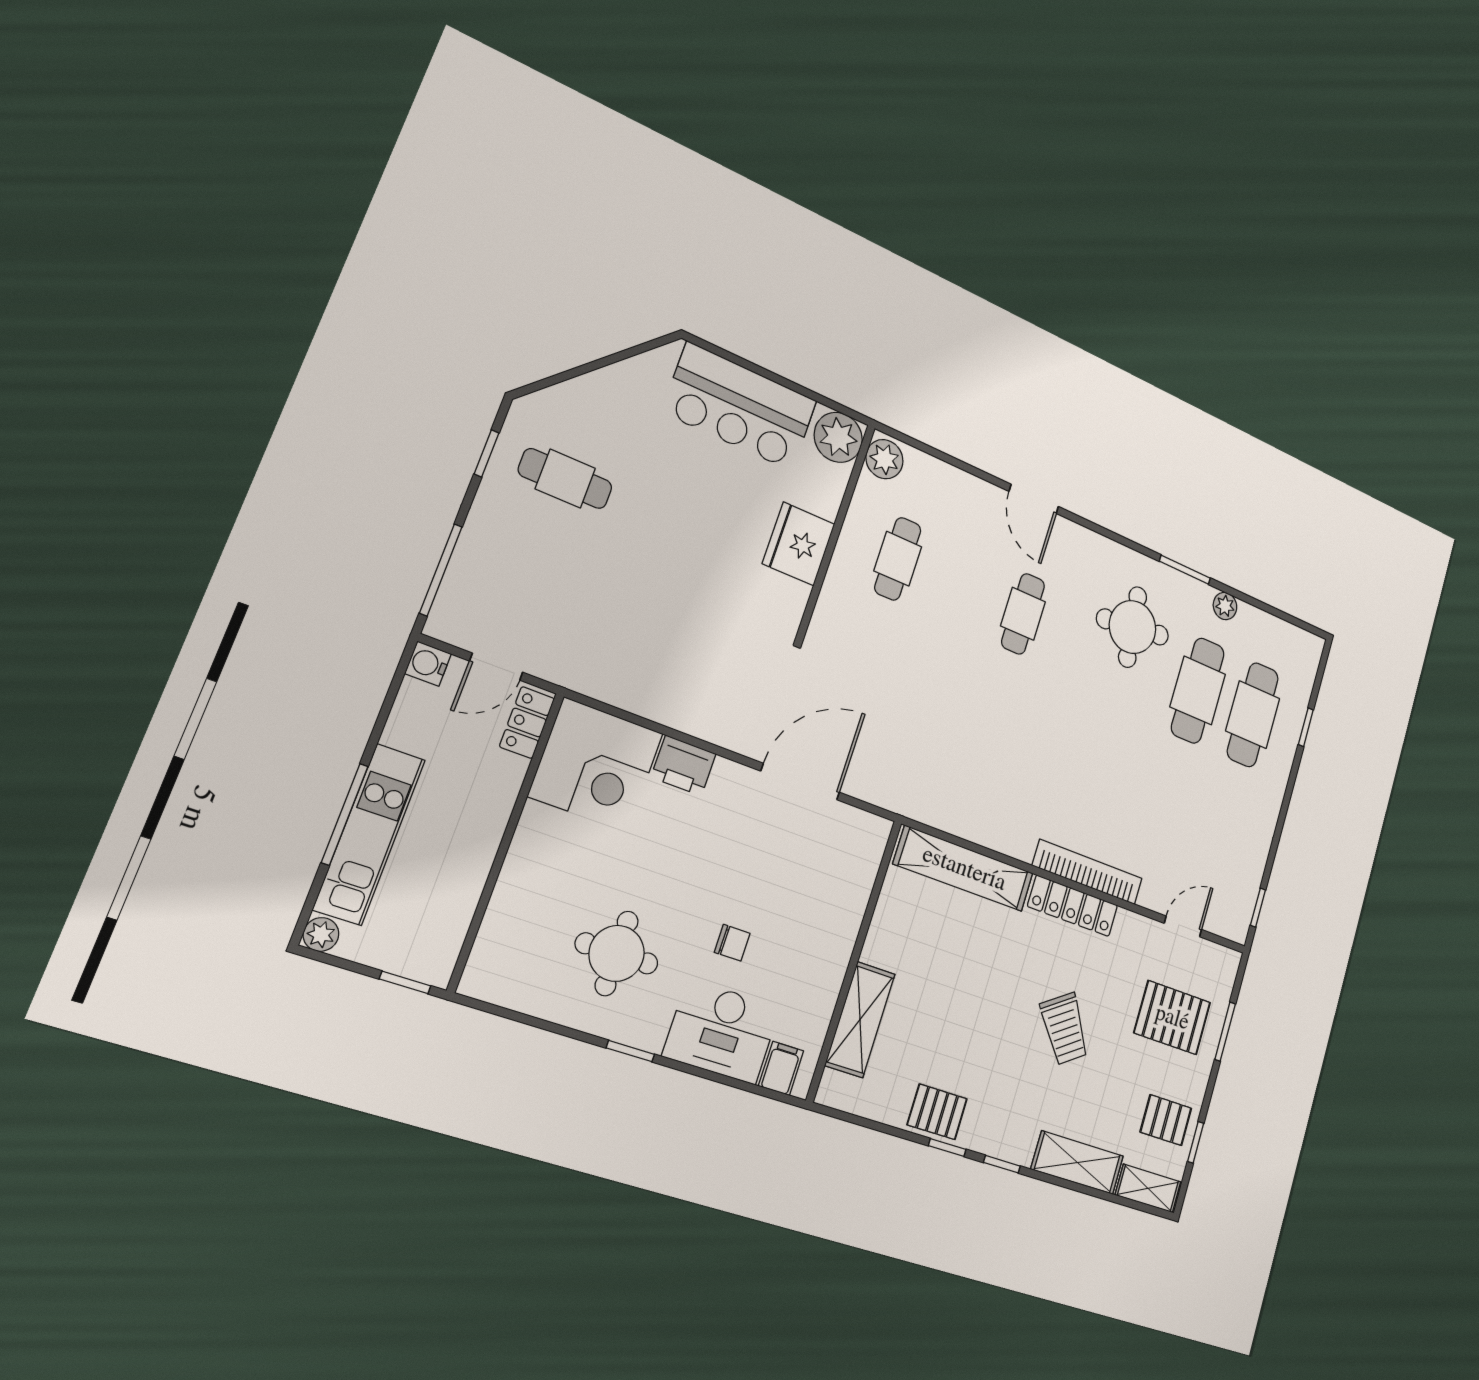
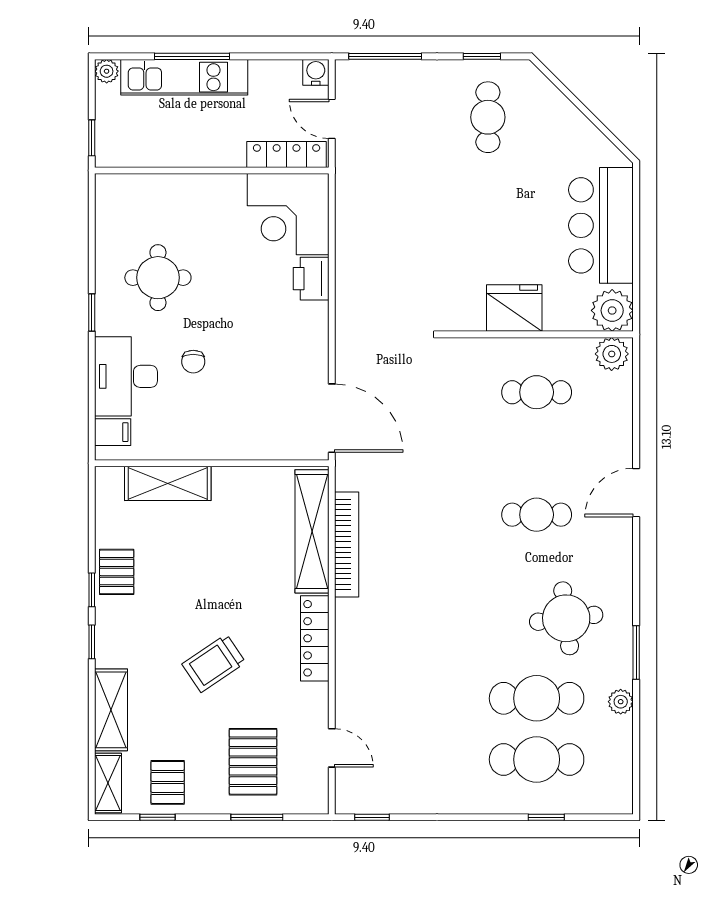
locker: (527, 723) -> (287, 155), width x1.53
door: (800, 782) -> (332, 418), moved
bookcase: (1088, 872) -> (347, 544), moved

